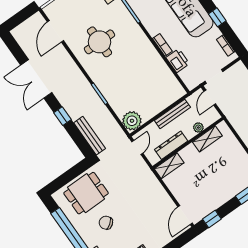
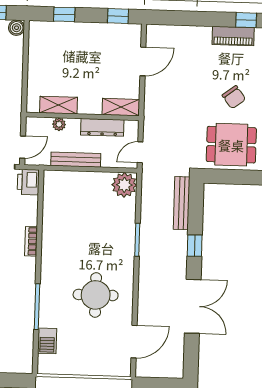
printer: (178, 61) -> (28, 182), moved
door: (185, 215) -> (143, 61), moved

